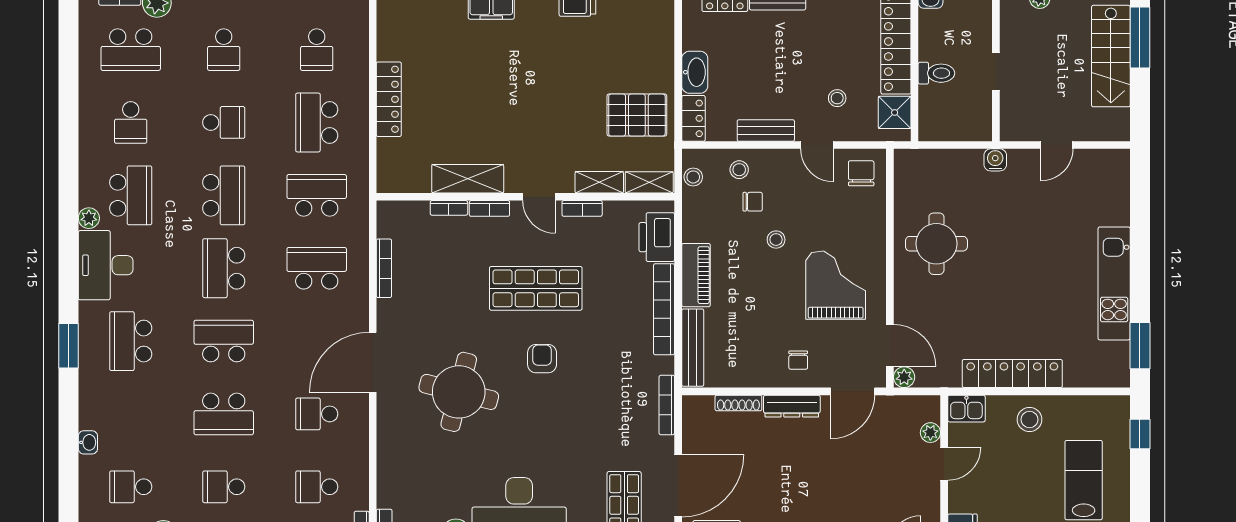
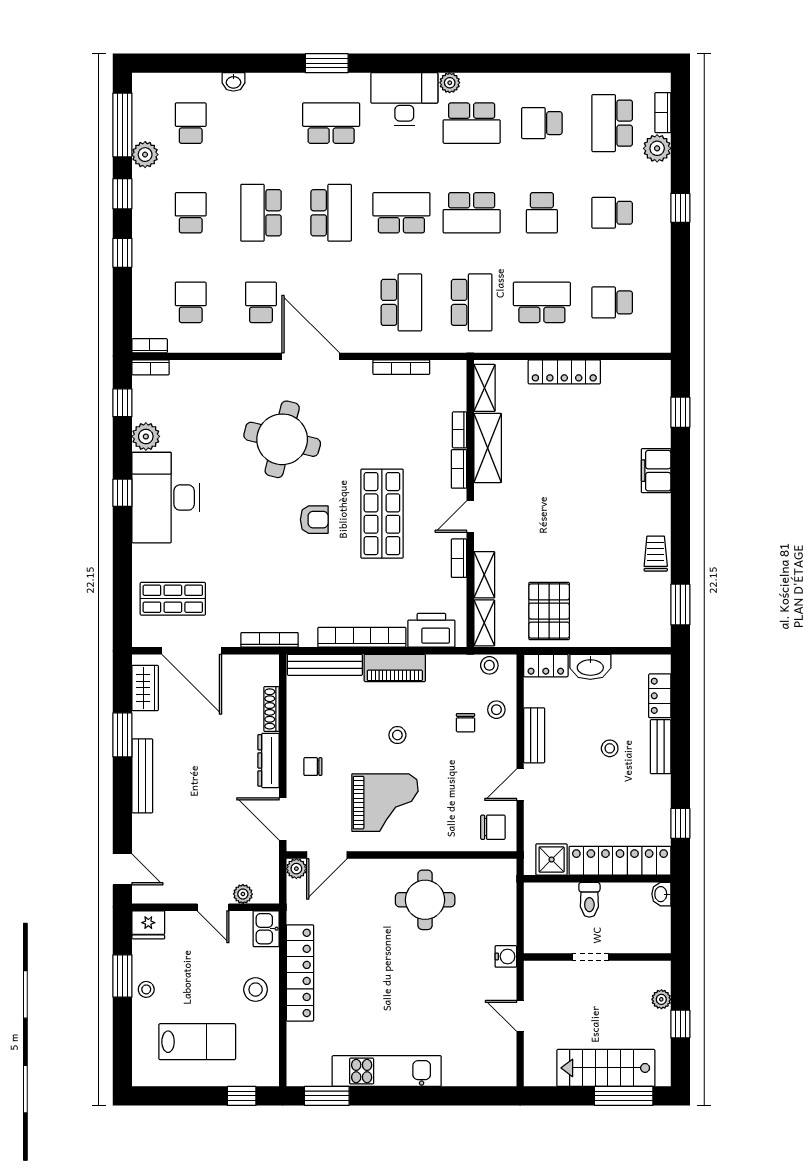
stool: (837, 98) -> (610, 748), moved
shelving: (405, 182) -> (484, 388), added
stool: (776, 240) -> (397, 735), moved

